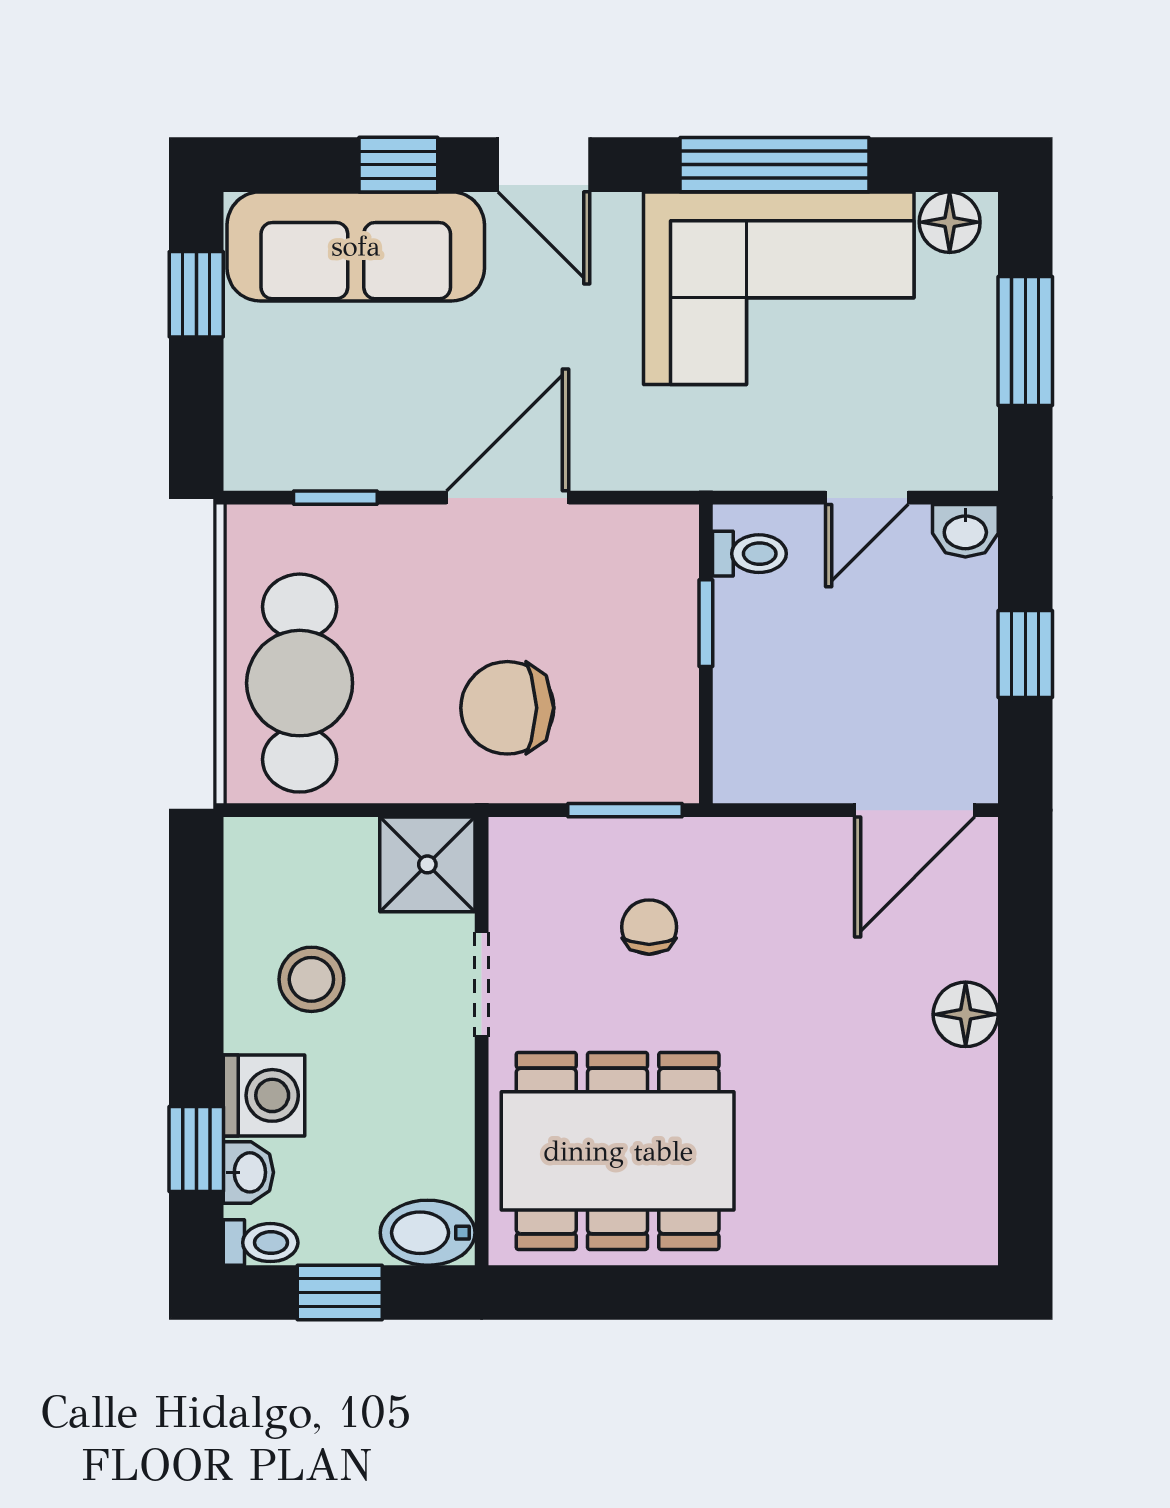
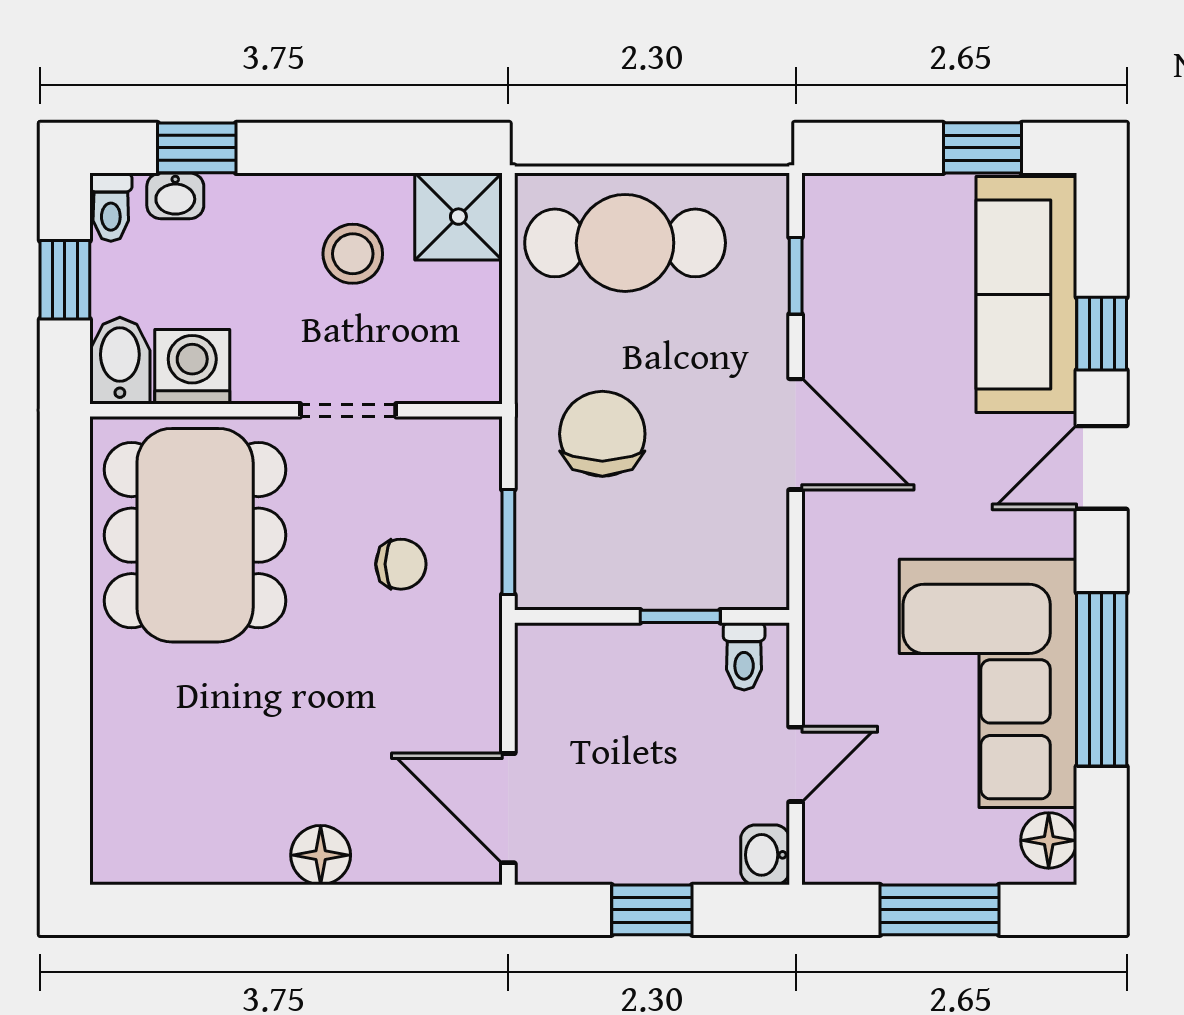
door: (867, 498) -> (796, 764), swing flipped
shower: (427, 864) -> (458, 217), moved
washing machine: (264, 1095) -> (192, 367), moved, turned 180

